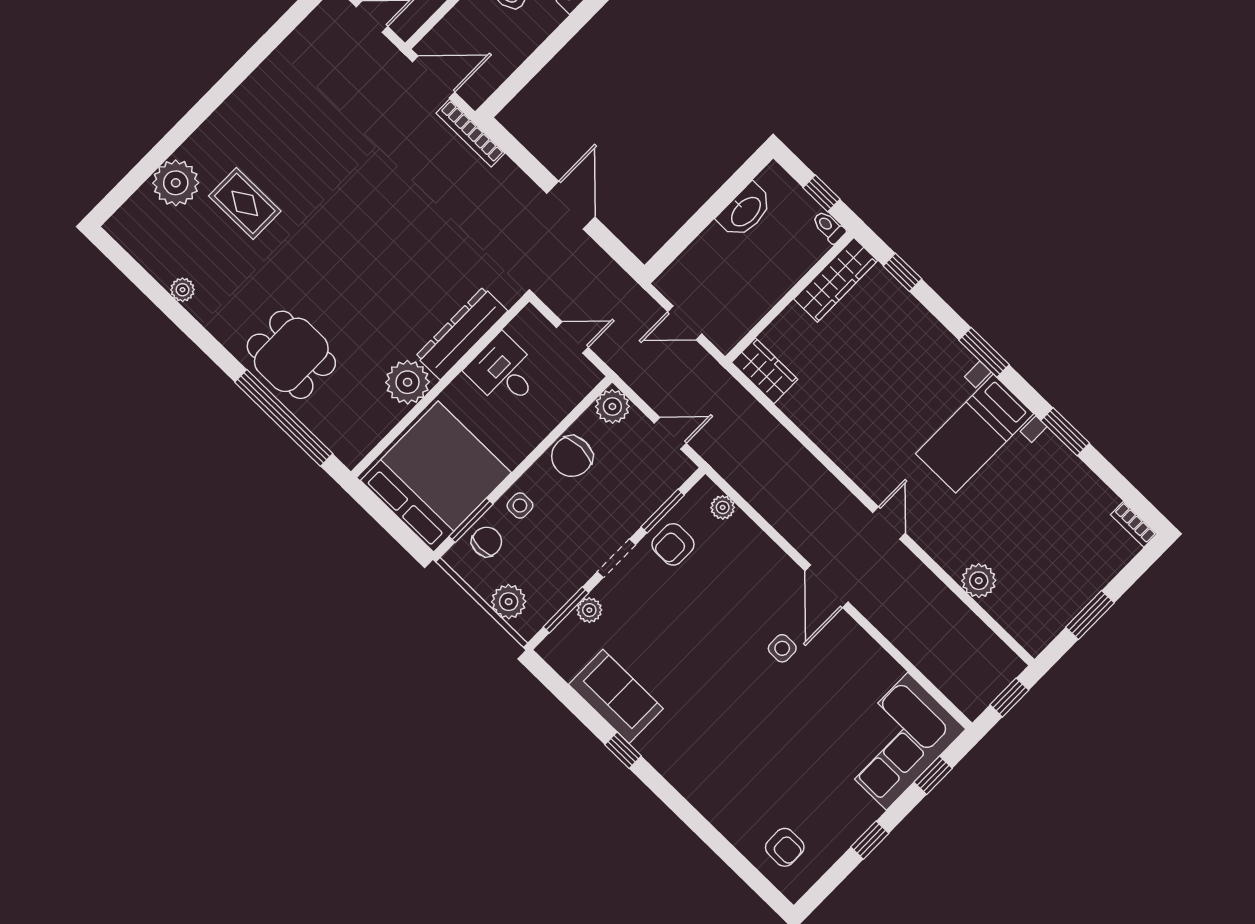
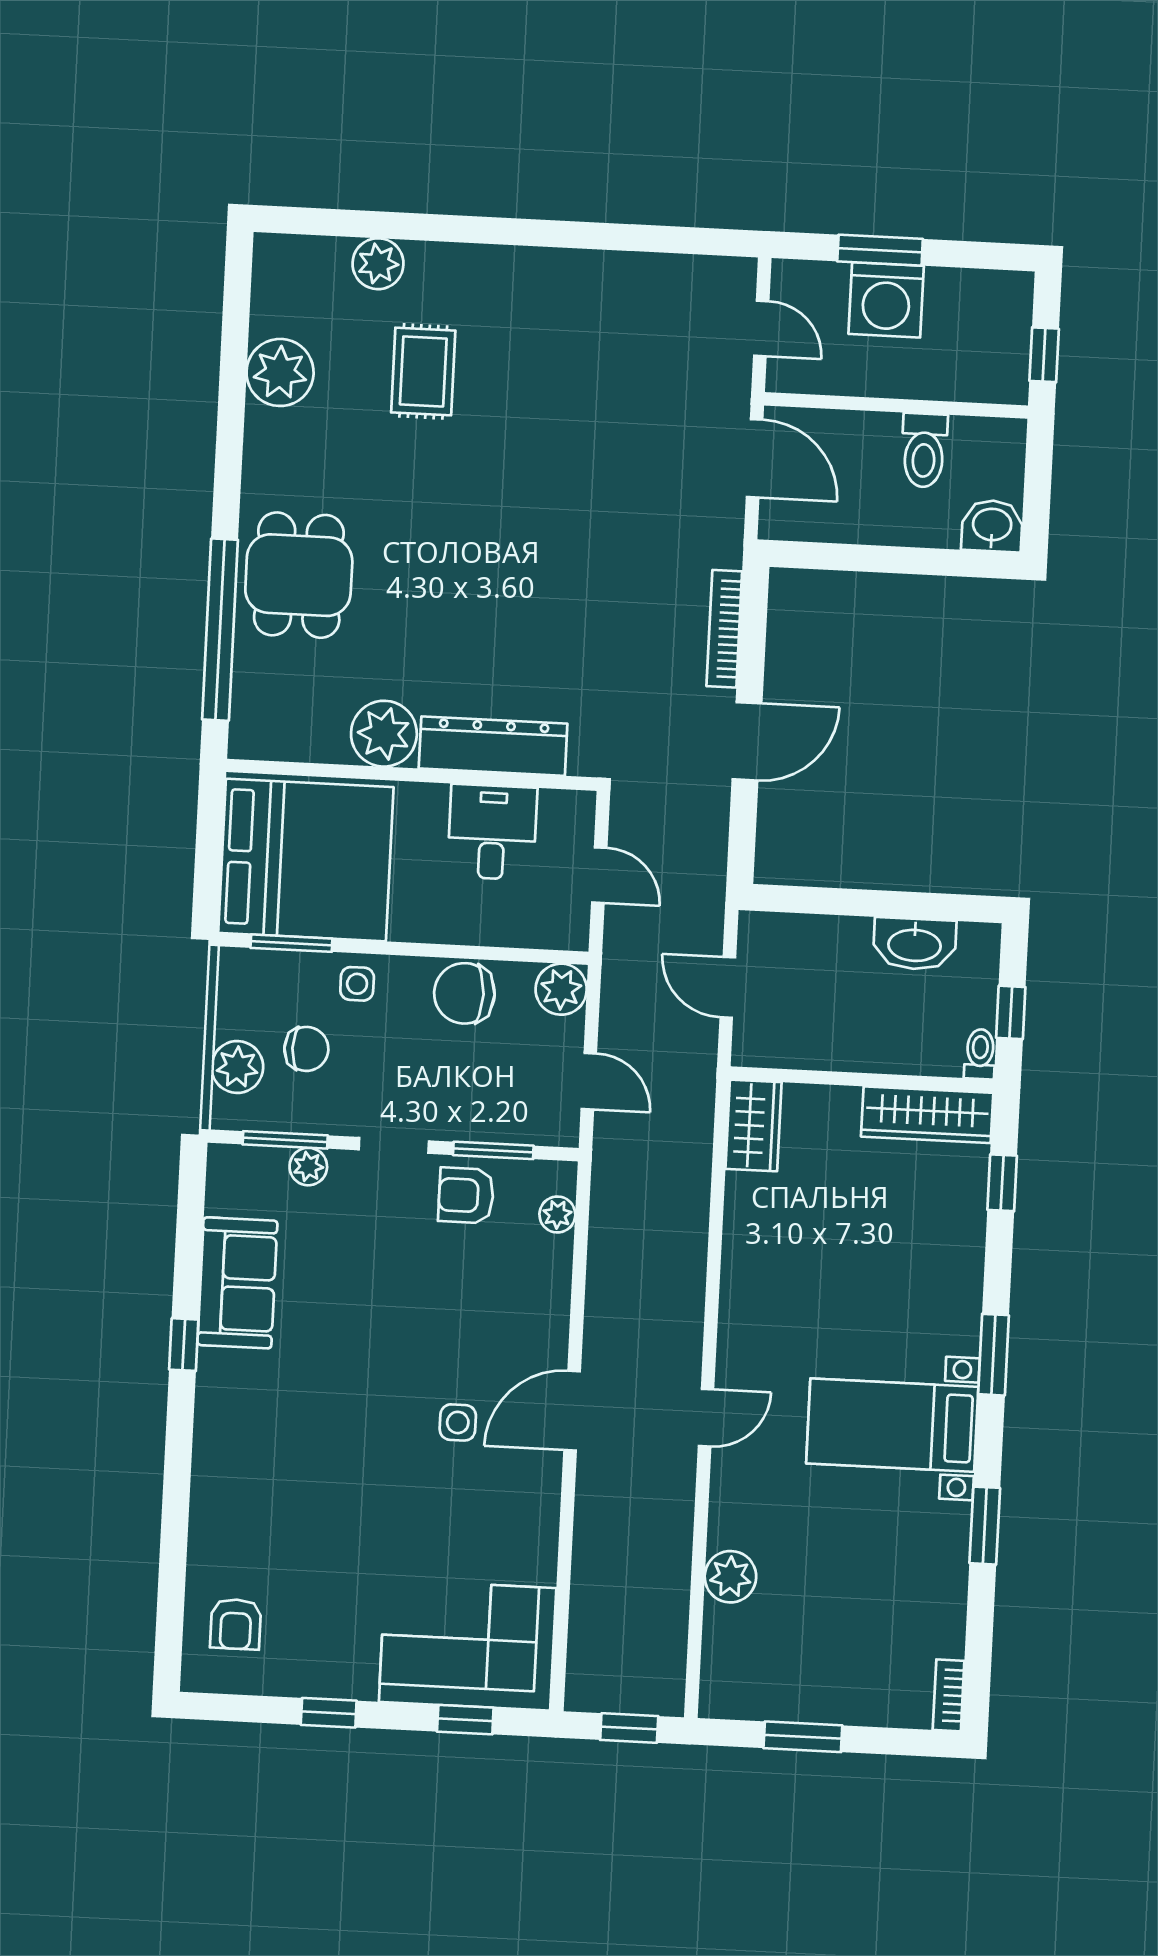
bookcase: (470, 133) -> (724, 629), moved
plant: (176, 183) -> (378, 264), width x0.73, depth x0.73
plant: (183, 290) -> (280, 372), width x1.87, depth x1.87
chair: (487, 542) -> (306, 1049), moved

